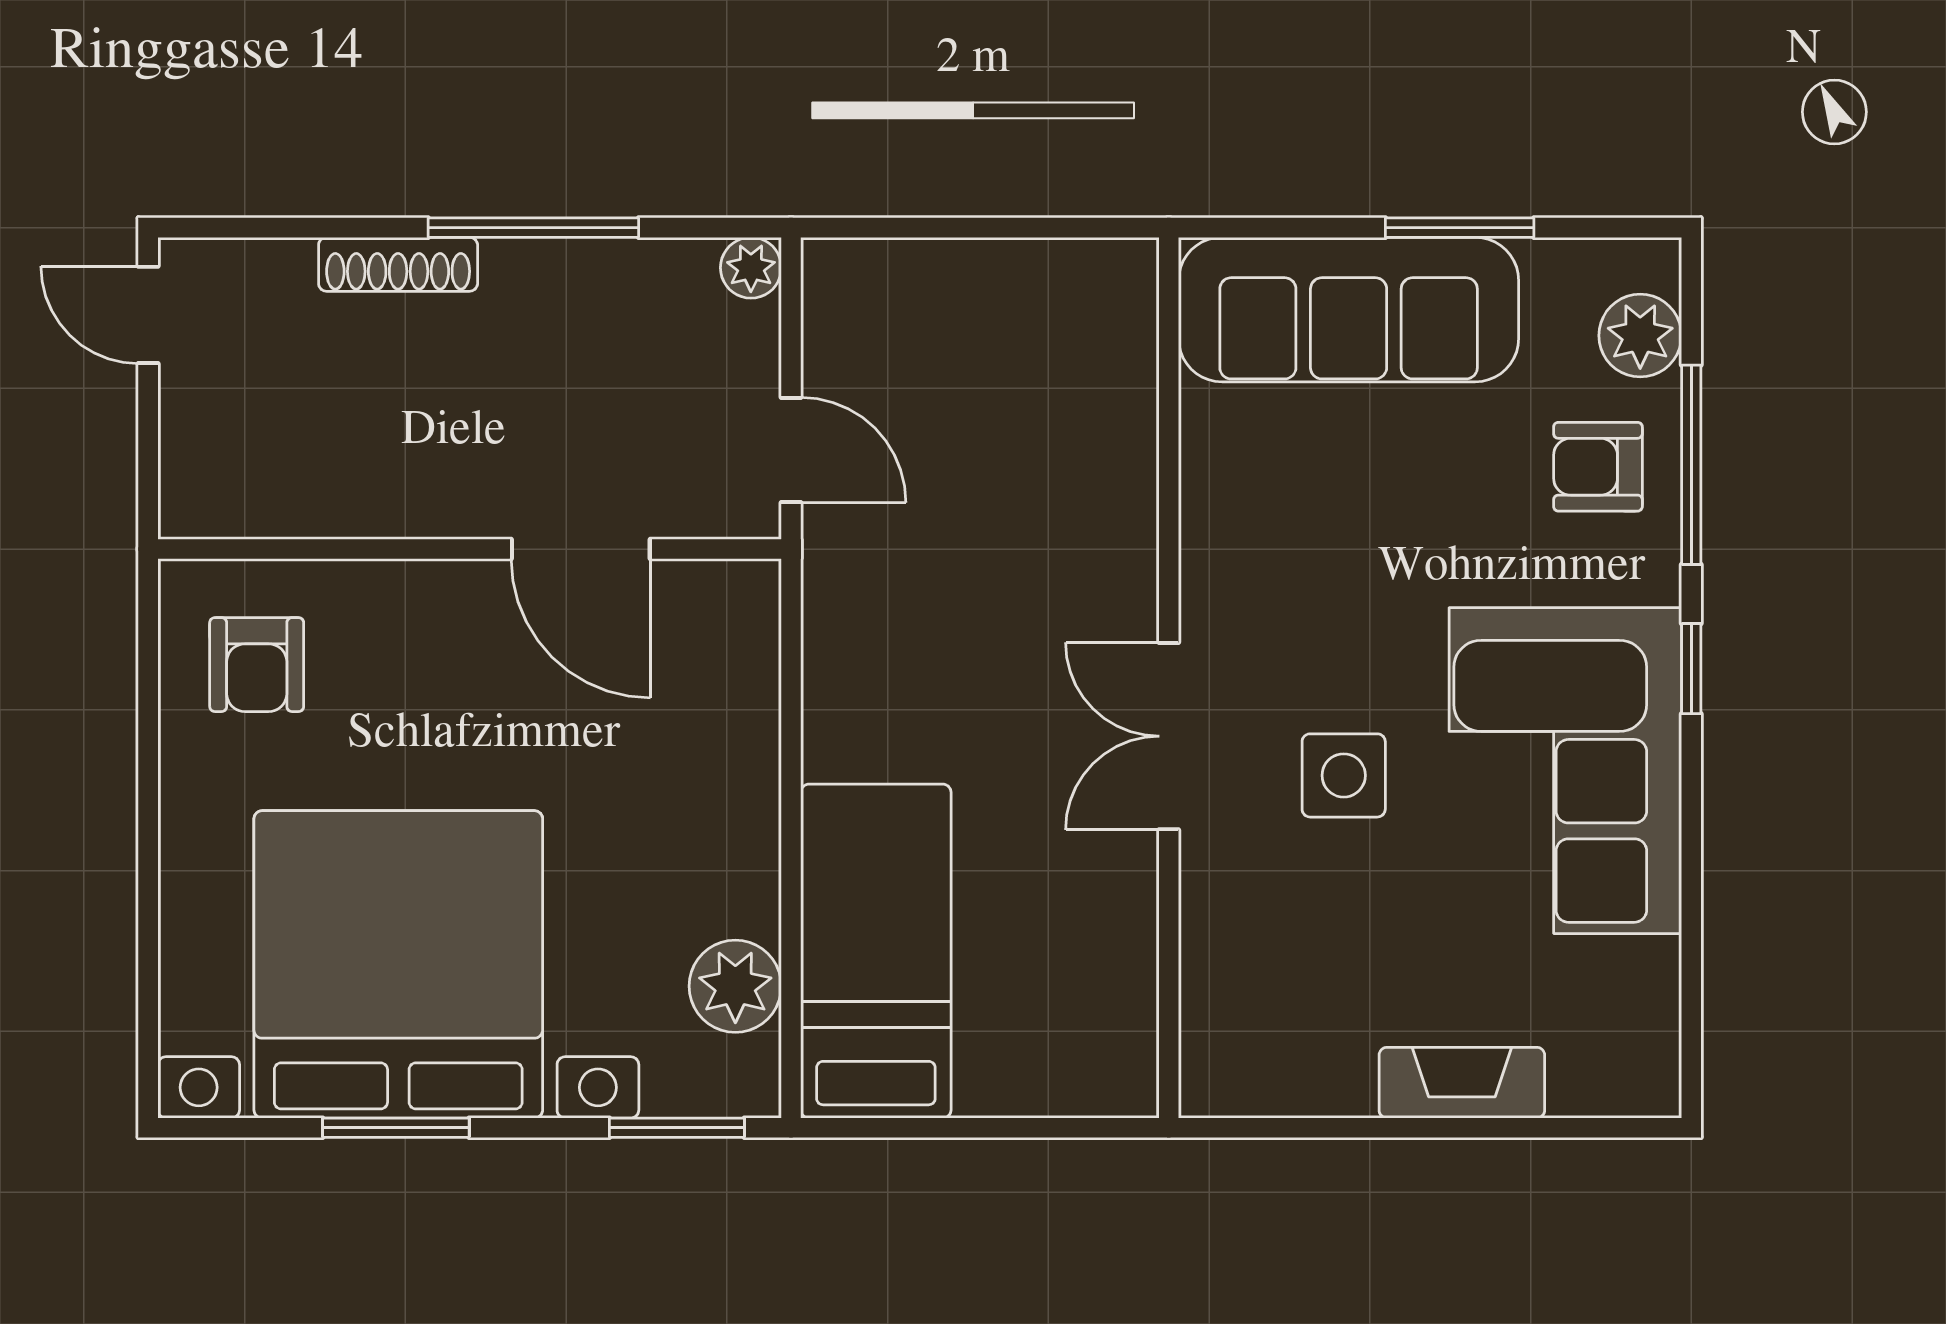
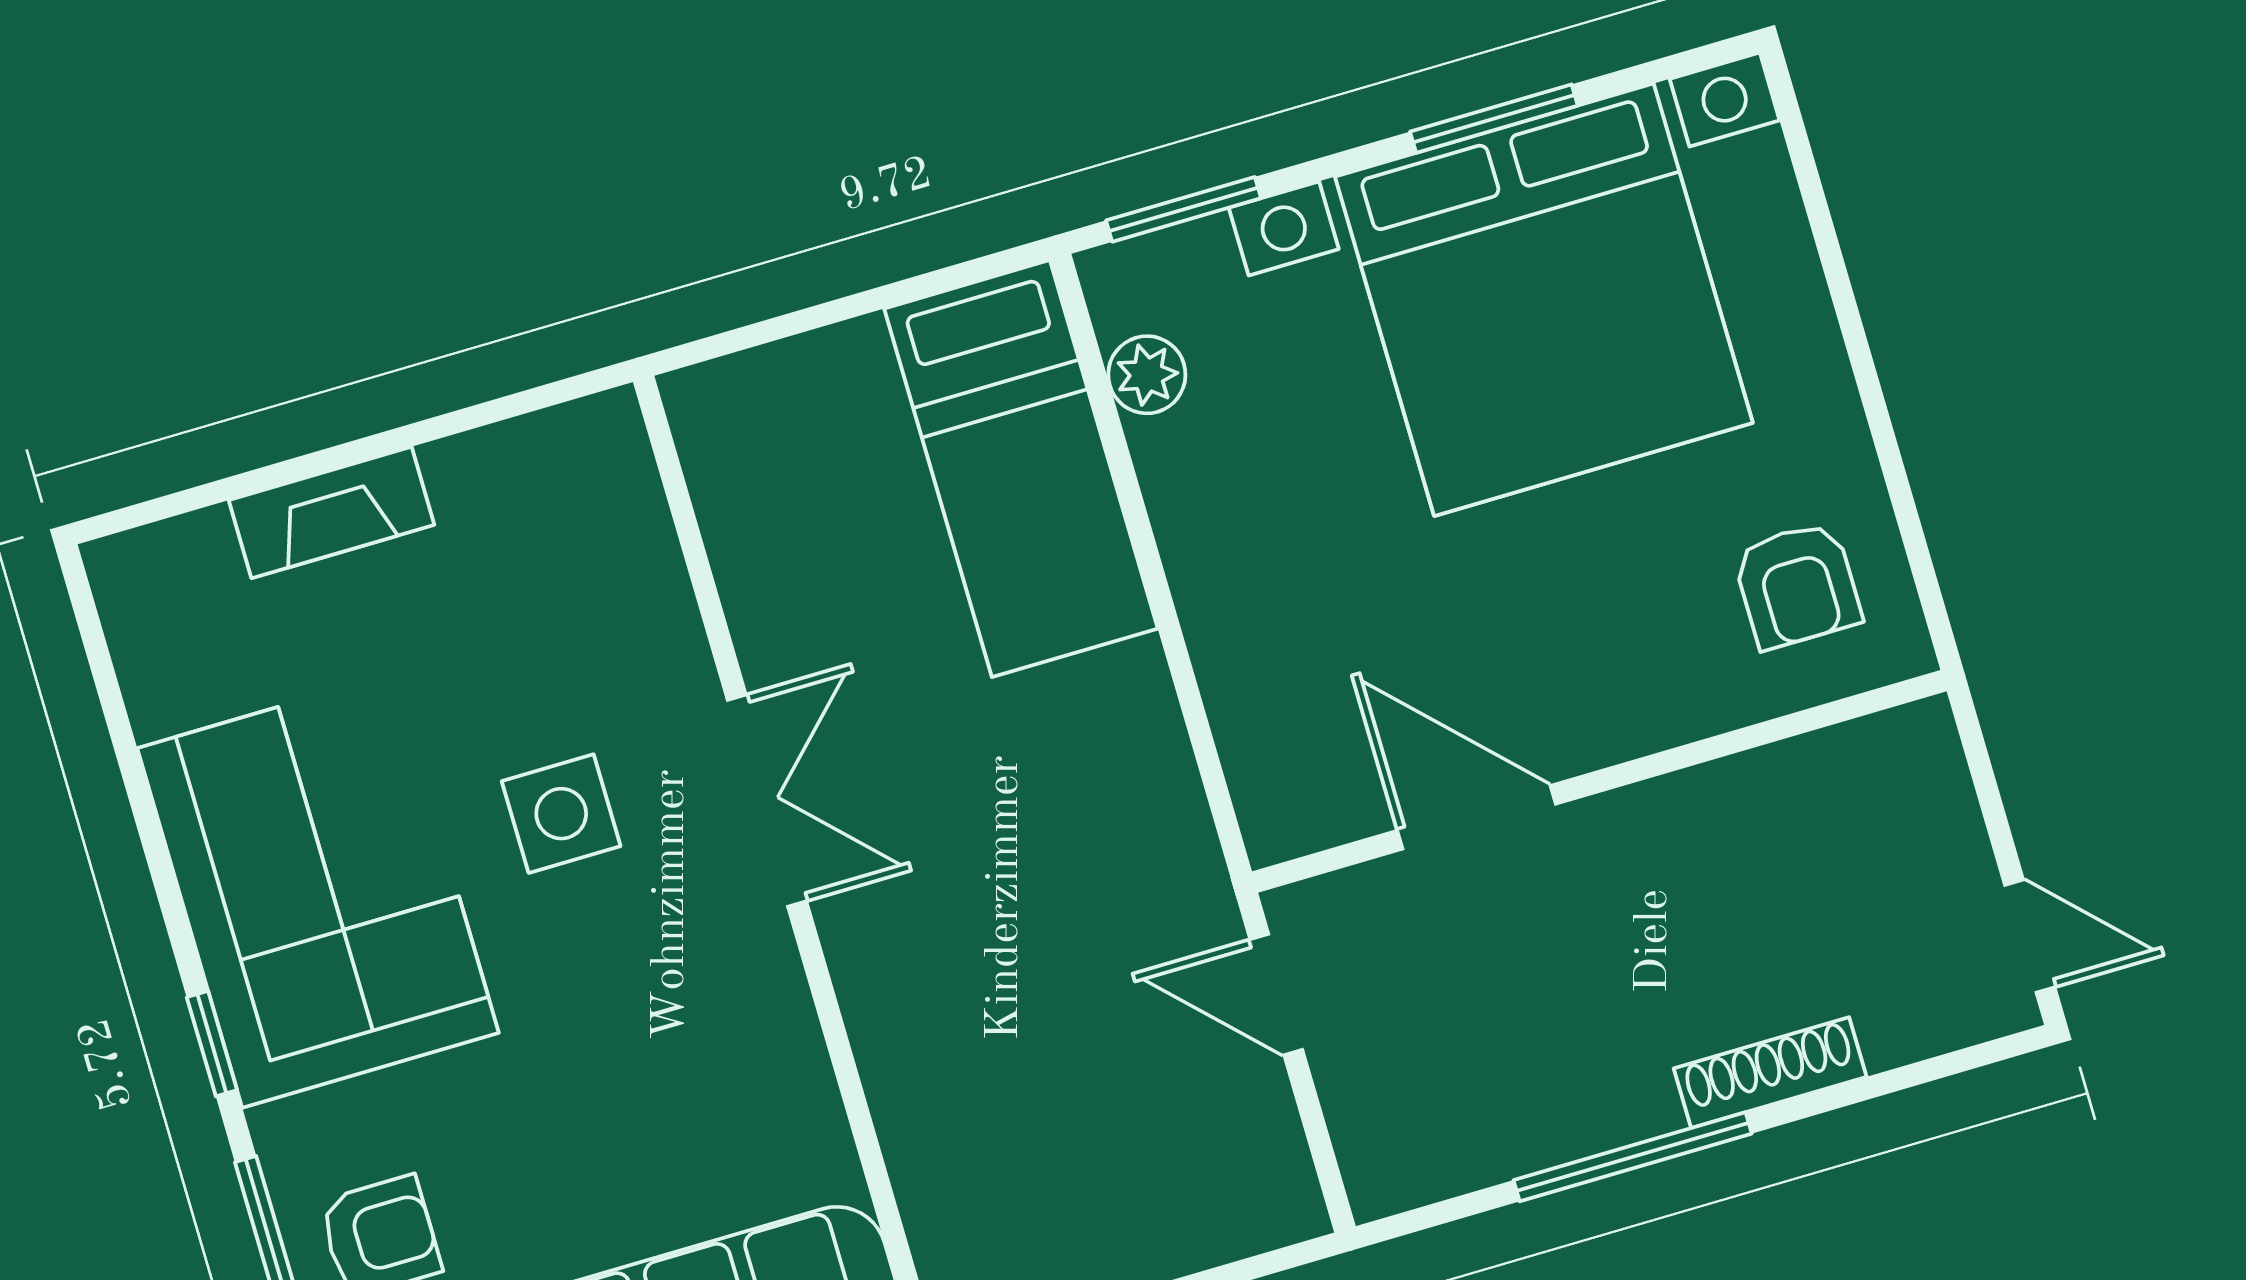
plant: (751, 268) -> (1379, 1183), removed
armchair: (257, 665) -> (1797, 585), turned 180
plant: (735, 986) -> (1147, 375), width x0.73, depth x0.73

